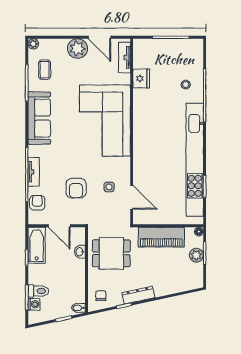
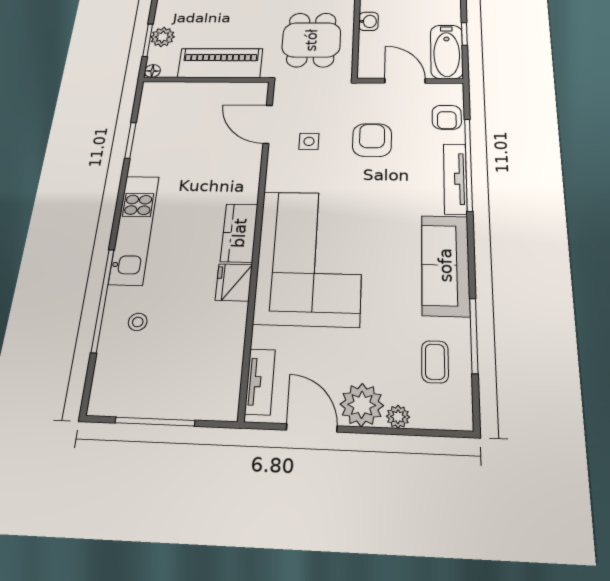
plant: (33, 44) -> (398, 417), moved
fridge: (141, 78) -> (234, 282), moved
kitchen counter: (141, 133) -> (239, 233), added
kitchen unit: (195, 160) -> (134, 229), width x0.54
tv unit: (34, 172) -> (455, 179), width x1.41
washbasin: (80, 252) -> (368, 21), moved
dining table: (111, 253) -> (311, 40), turned 90

